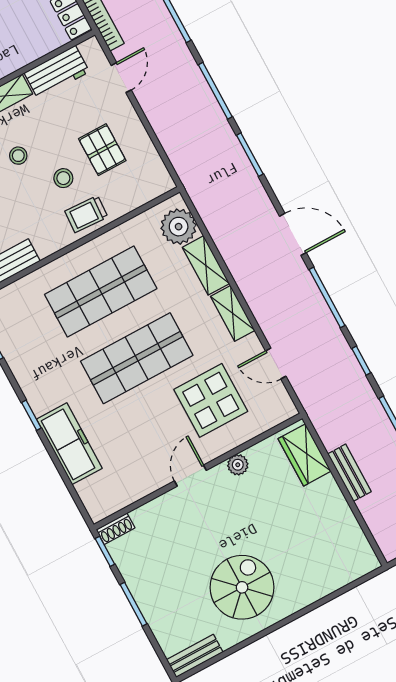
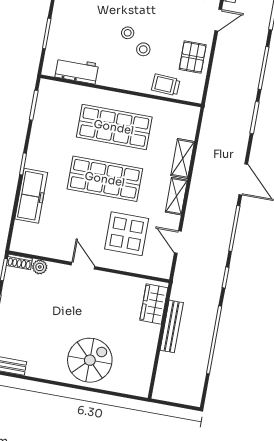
pallet: (102, 150) -> (193, 57), moved
stool: (18, 156) -> (128, 33), moved
trolley: (86, 214) -> (166, 85), moved
plant: (179, 227) -> (185, 126), removed
plant: (238, 465) -> (40, 267), moved
bench: (349, 473) -> (172, 326), width x1.36
door: (190, 476) -> (83, 266), hinge flipped
spiral stairs: (242, 587) -> (90, 360), moved

